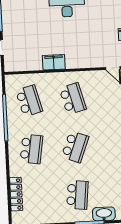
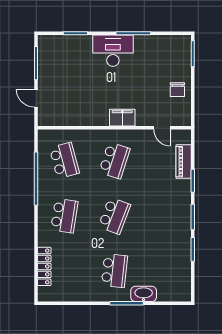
filing cabinet: (54, 62) -> (122, 118), moved
school desk: (73, 99) -> (114, 160), turned 33

